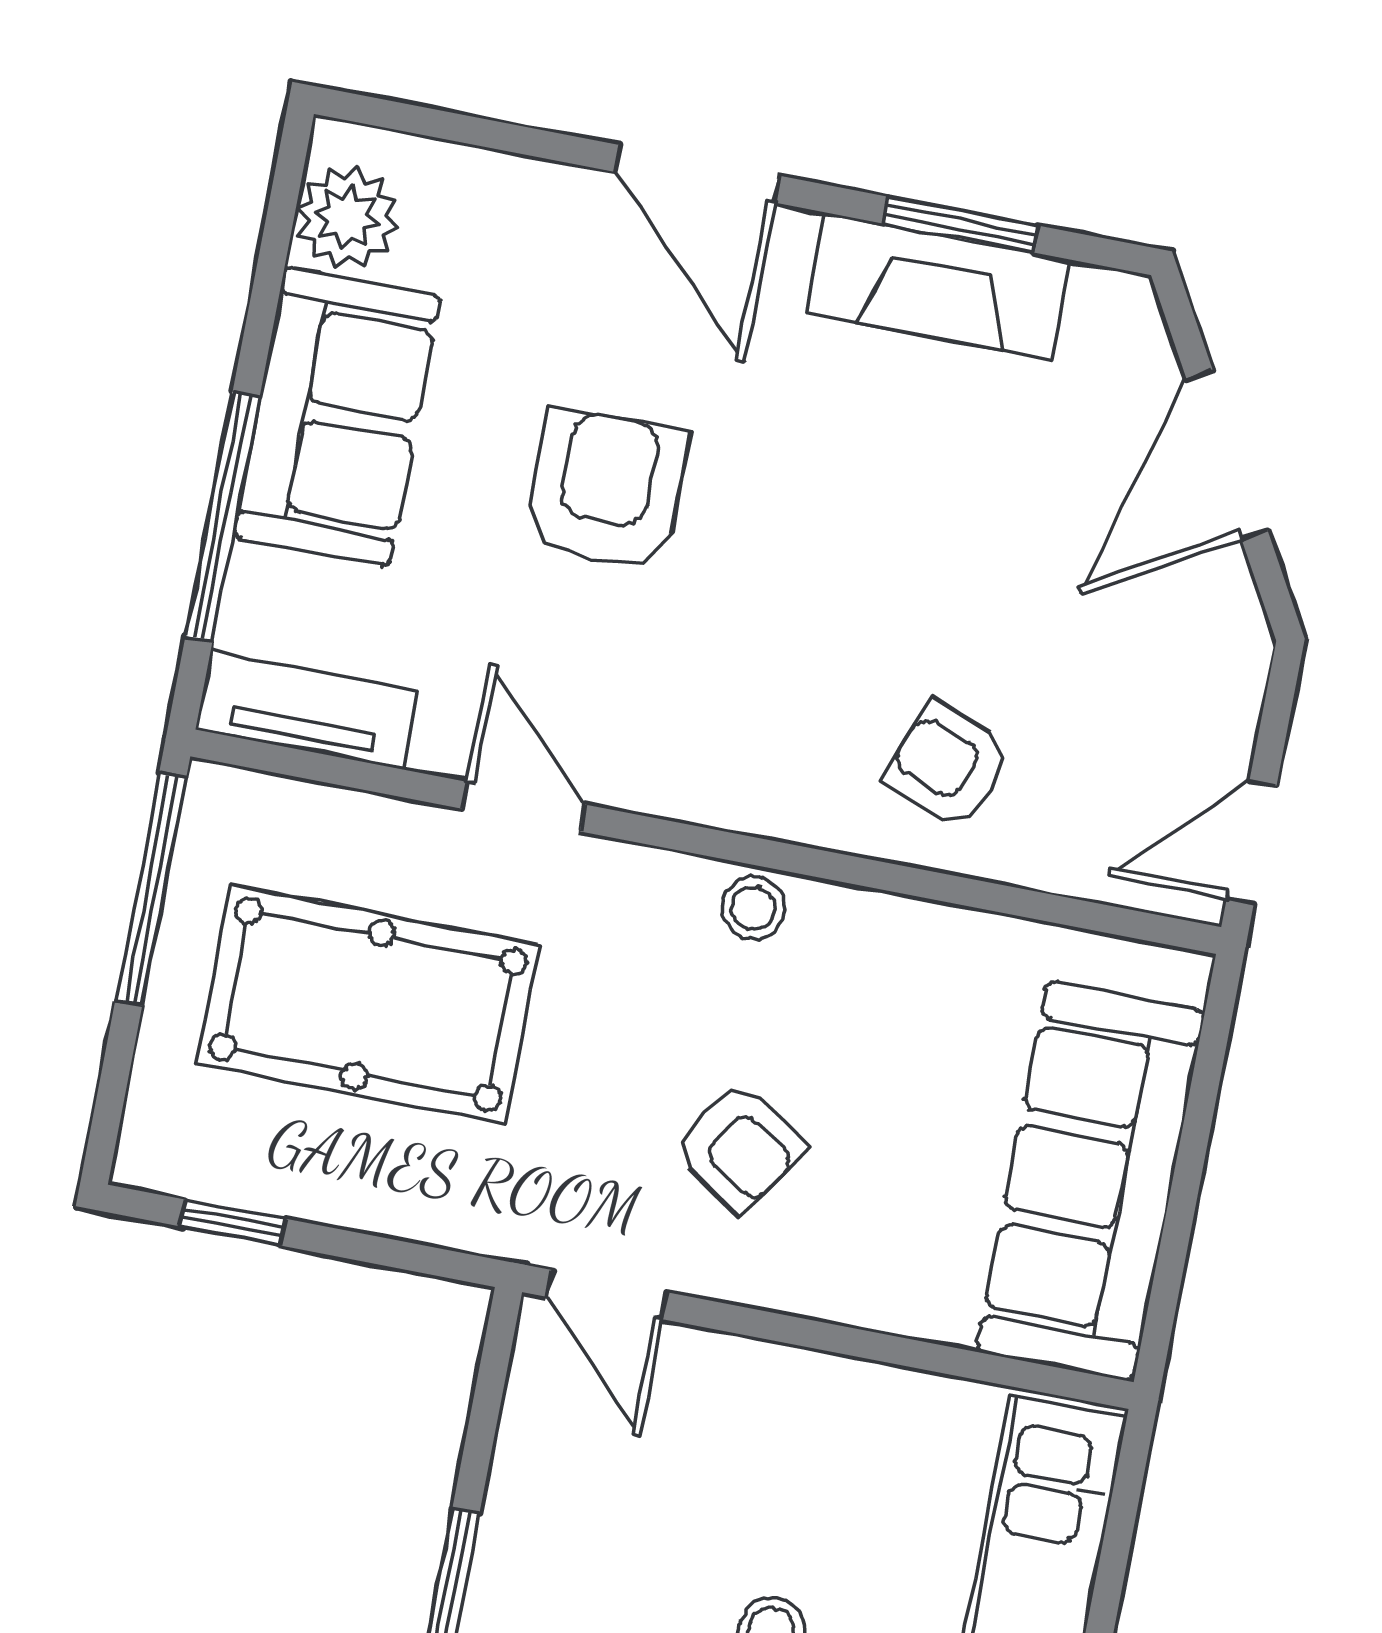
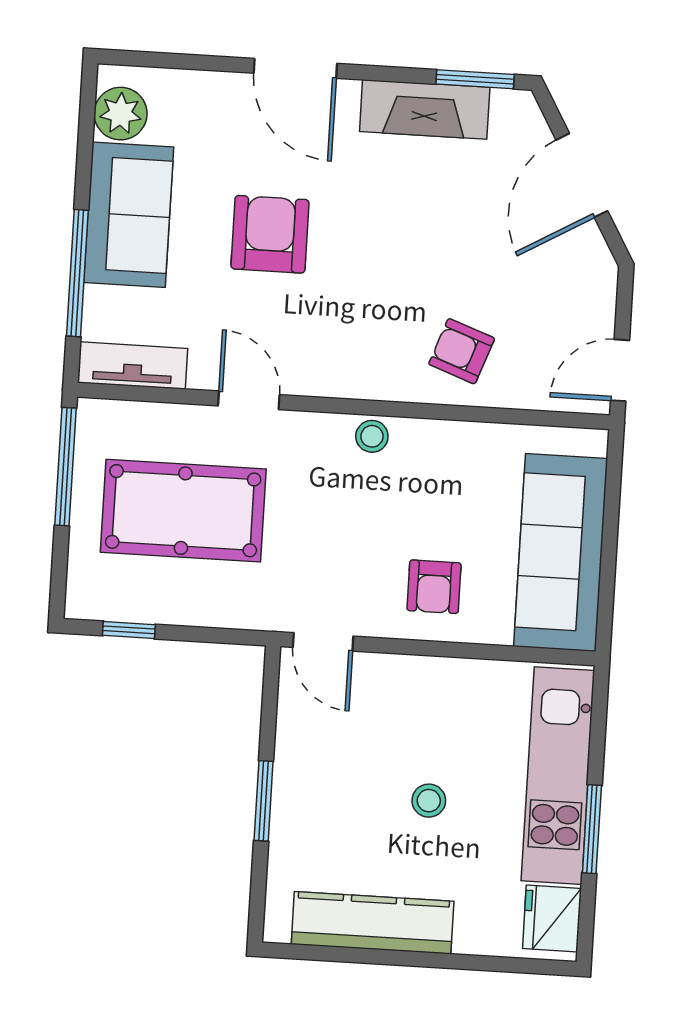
window: (961, 225) -> (475, 79), moved
armchair: (739, 1147) -> (434, 587), moved, turned 56

